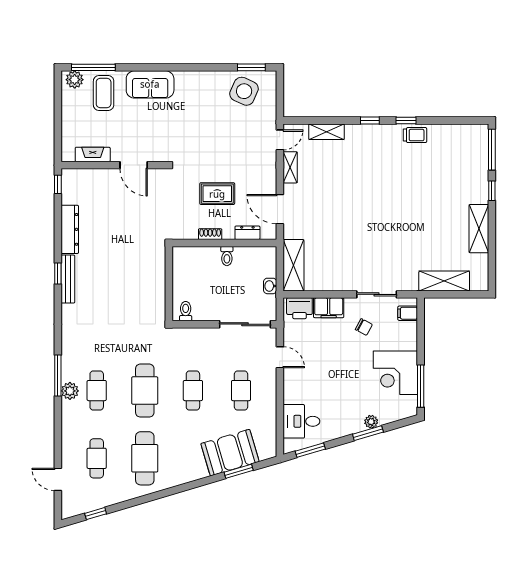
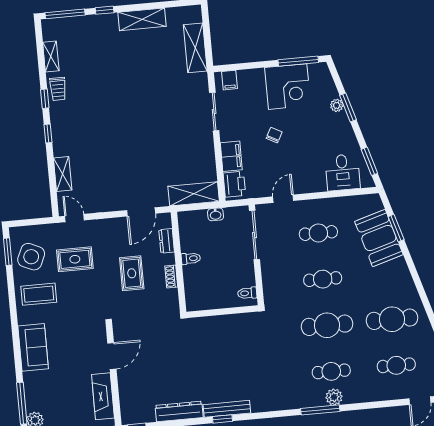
coffee table: (104, 93) -> (39, 294), moved
trolley: (415, 135) -> (58, 89), turned 180
rug: (237, 136) -> (75, 259), added
fireplace: (93, 154) -> (103, 396), width x1.37, depth x1.32
shelving: (290, 167) -> (51, 56), moved, turned 90
chair: (364, 327) -> (274, 135), moved

